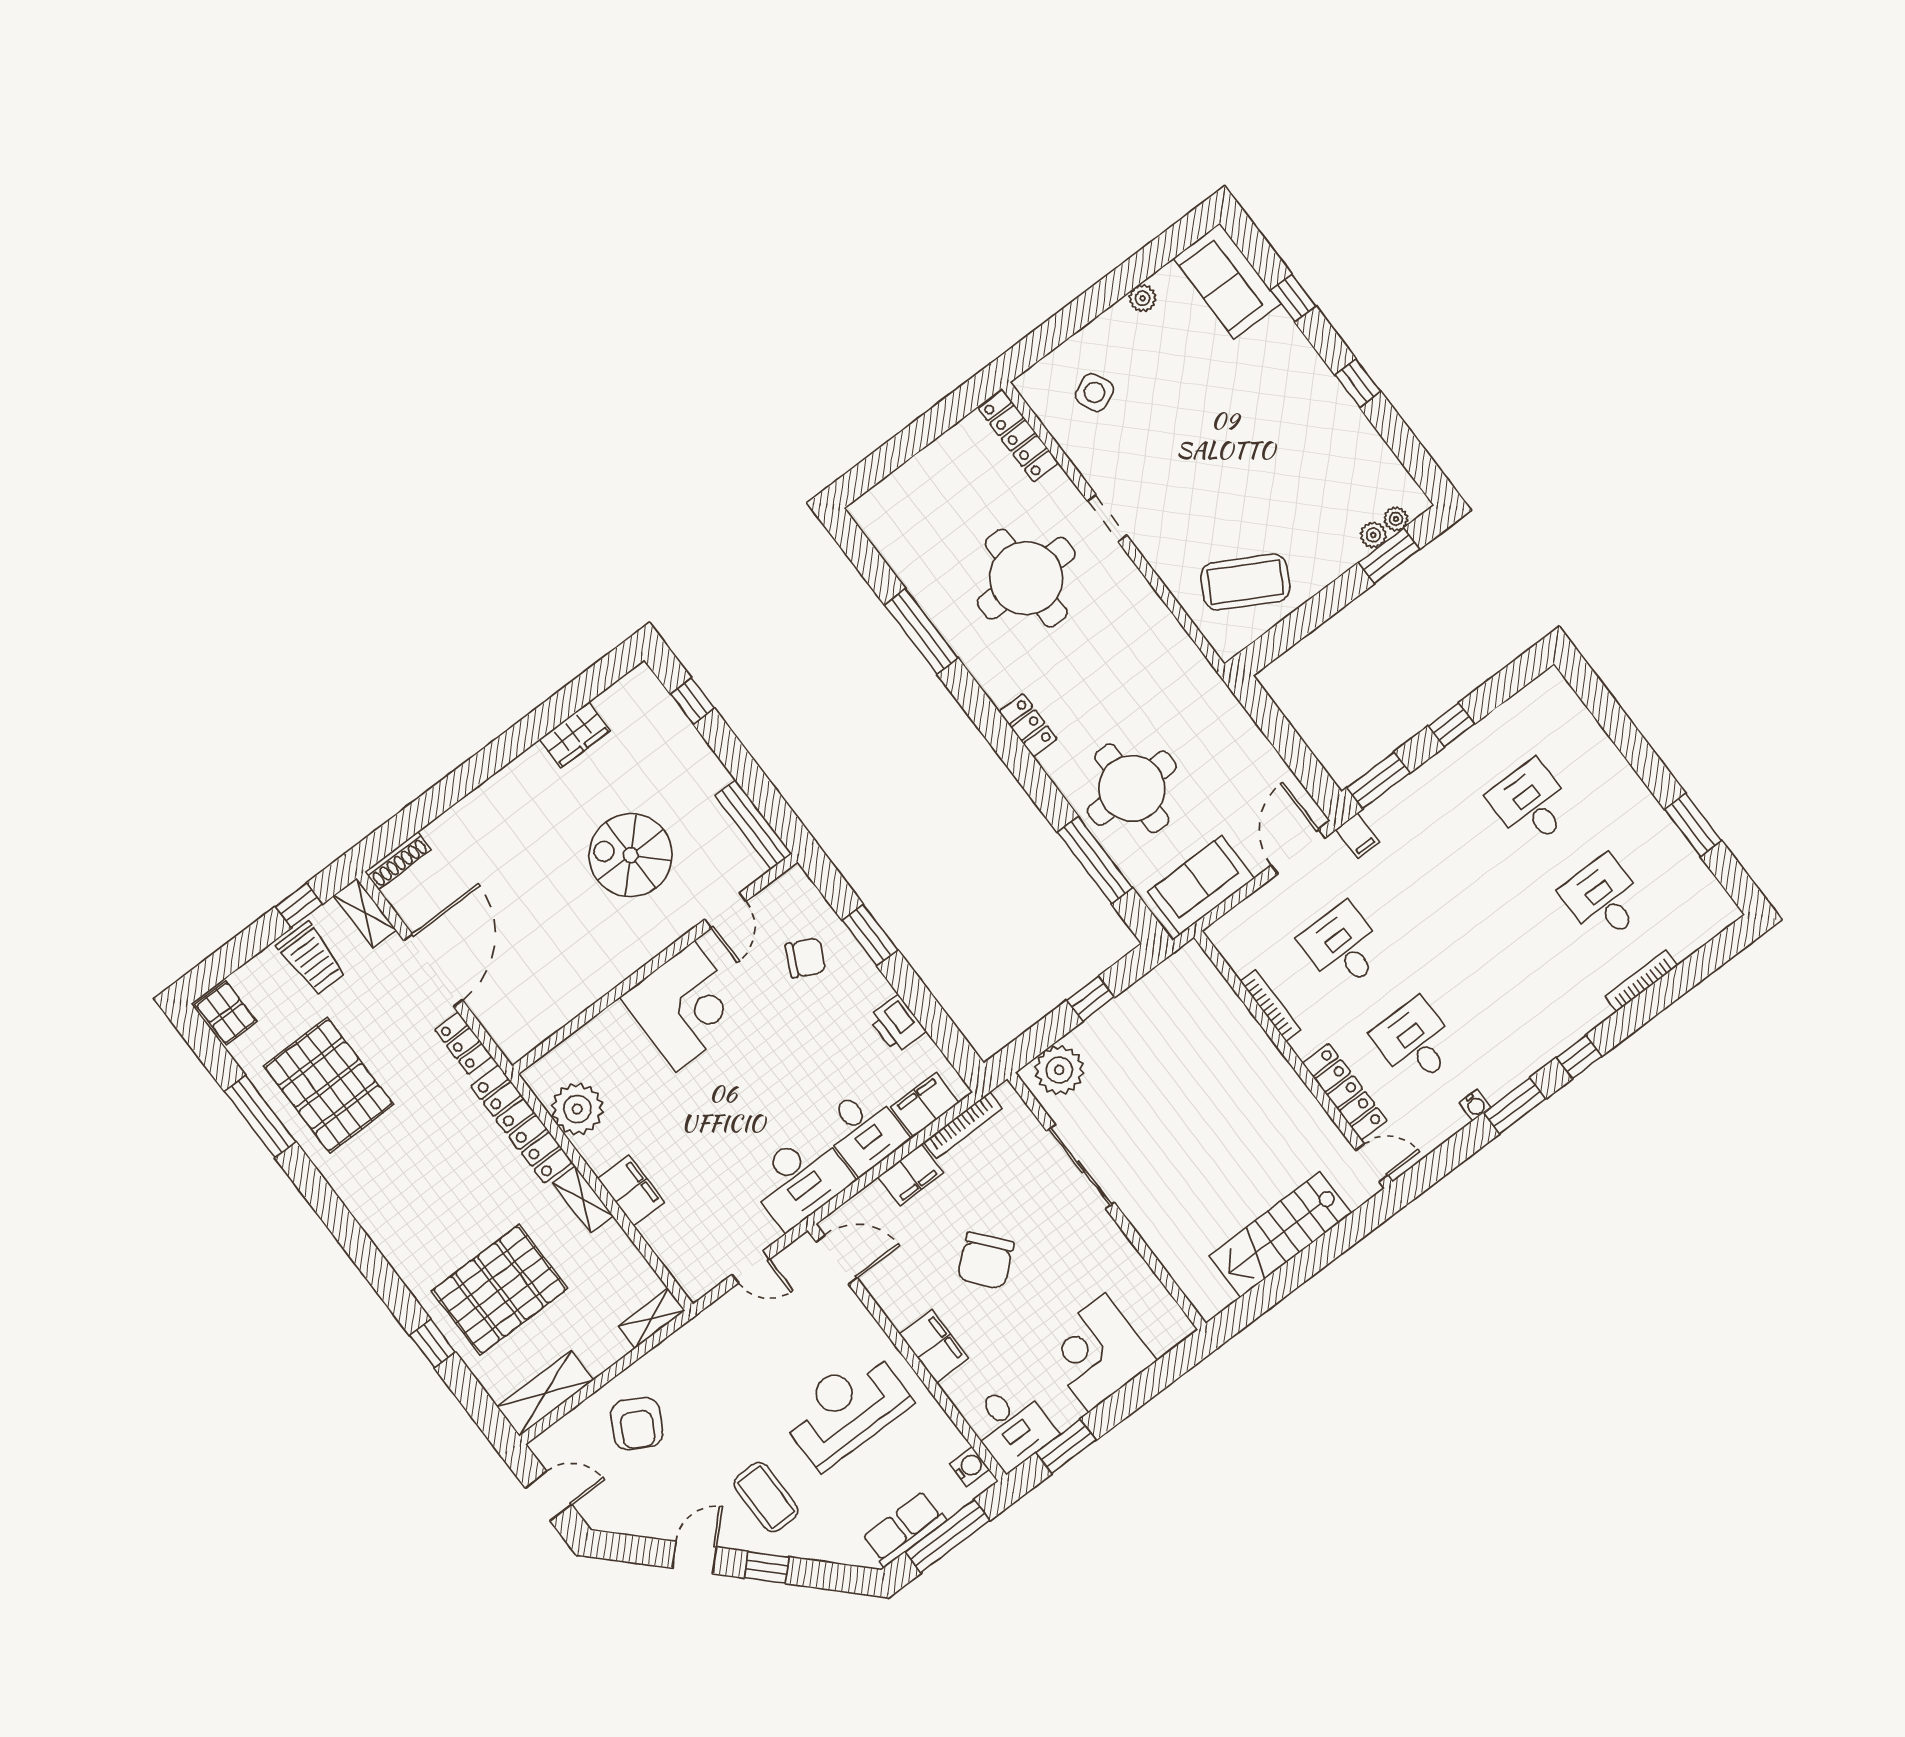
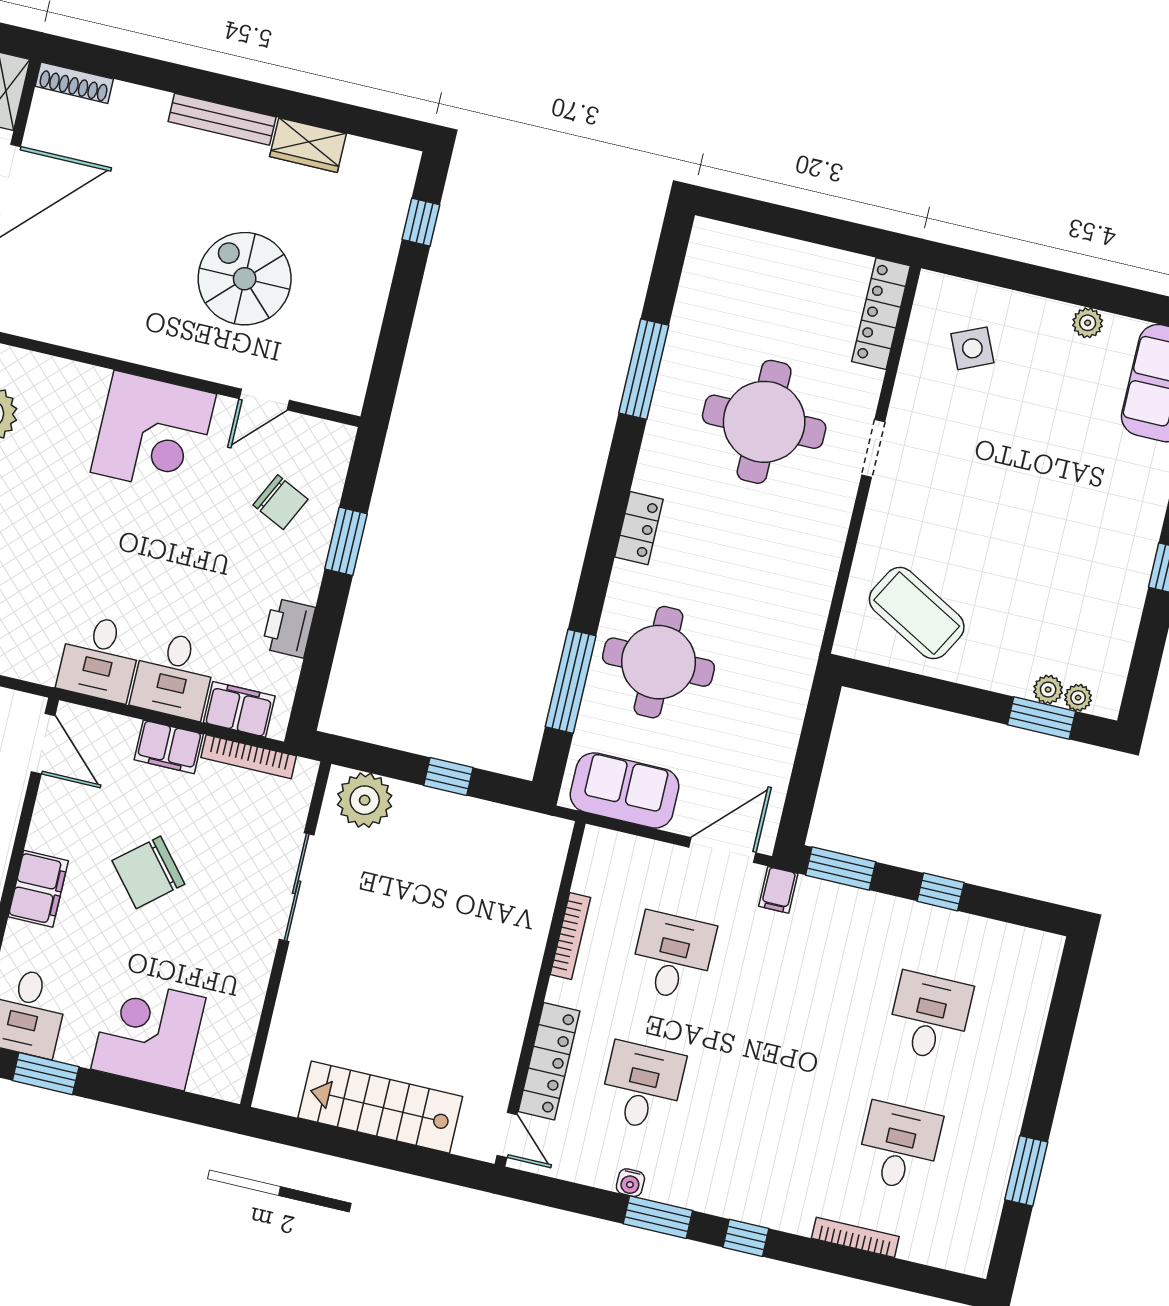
bench: (753, 825) -> (222, 119), moved, turned 90
desk: (800, 1179) -> (100, 658), width x0.73

